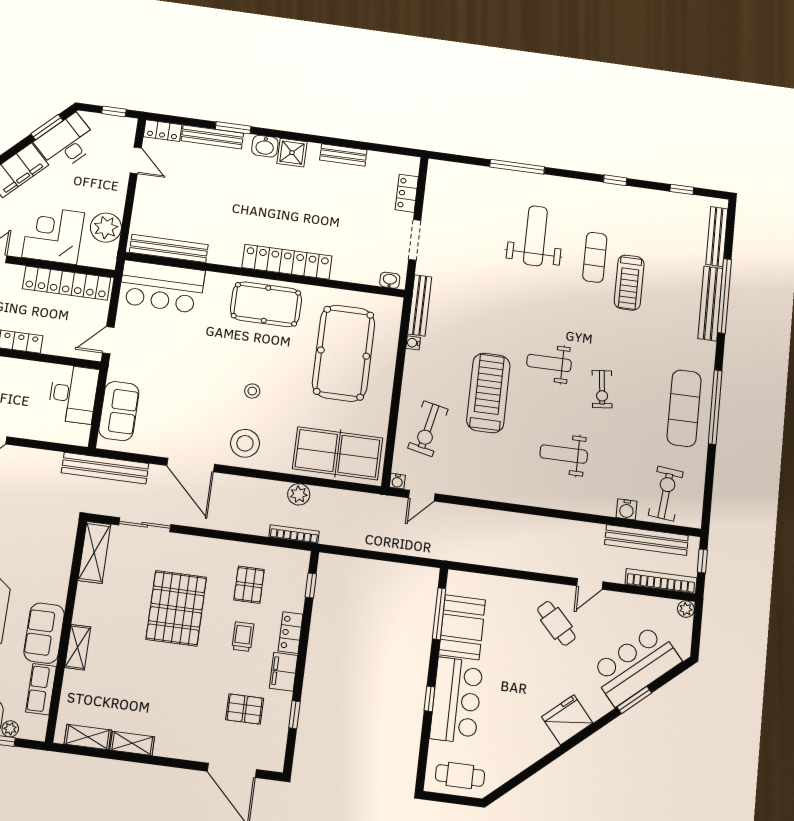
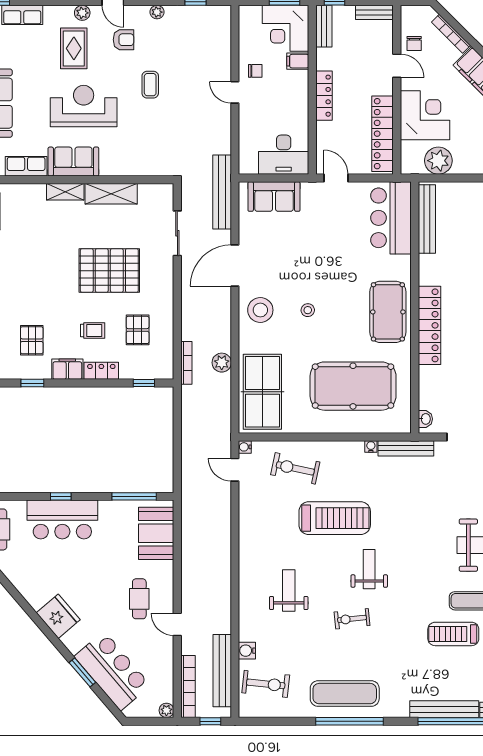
shelving: (94, 552) -> (111, 194), moved
pallet: (249, 585) -> (138, 330), turned 90
cafe table: (556, 623) -> (139, 599), turned -47
booth: (462, 627) -> (156, 533), moved, turned 90

